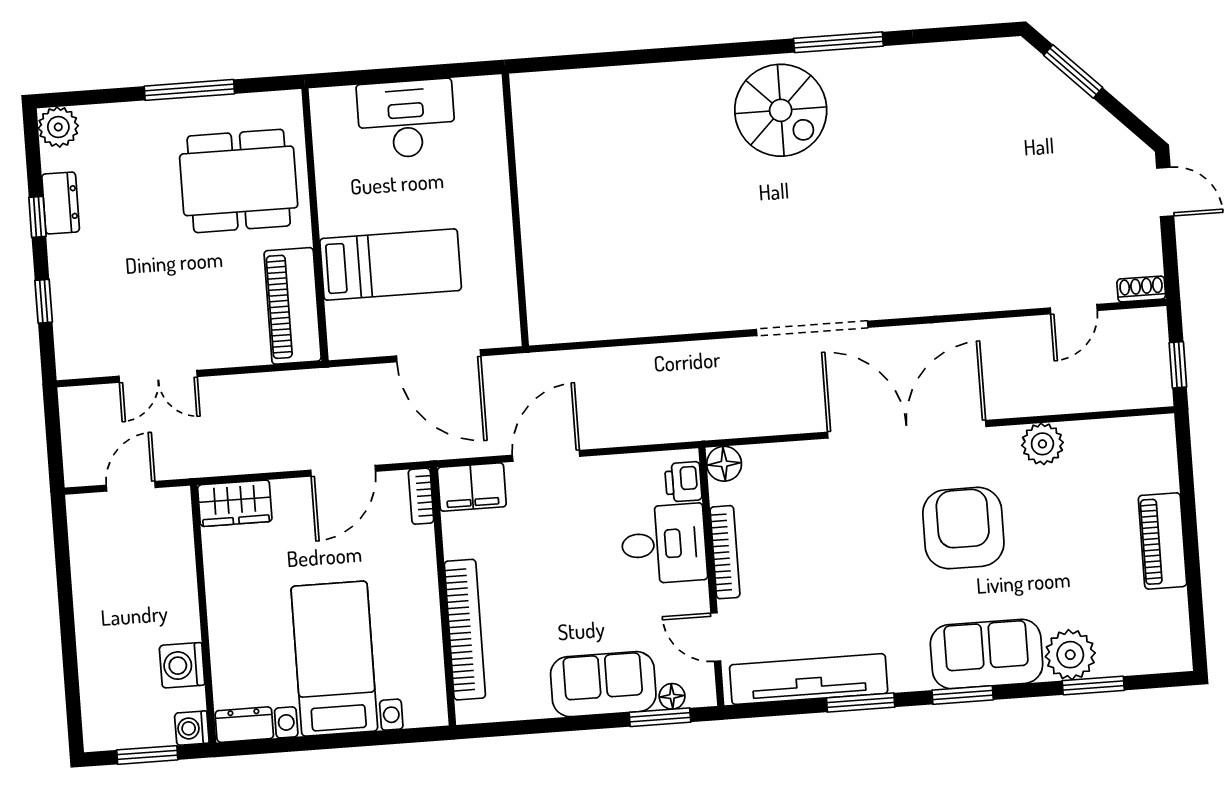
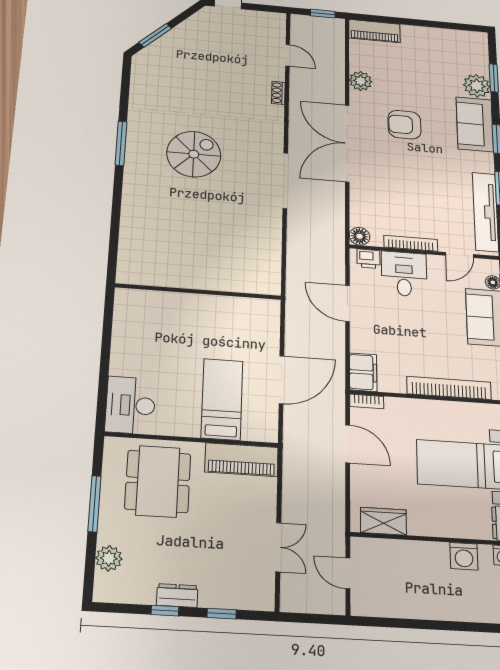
spiral stairs: (781, 110) -> (194, 154), moved
desk: (406, 119) -> (130, 405), moved
plant: (58, 127) -> (109, 558), moved
dresser: (61, 203) -> (177, 596), moved
wall: (515, 210) -> (198, 292), moved
shoe rack: (1141, 289) -> (278, 93), moved
door: (546, 456) -> (347, 303), moved
wardrobe: (235, 503) -> (383, 521), moved, turned -90
armchair: (963, 528) -> (404, 125), width x0.73, depth x0.73
piano: (1163, 541) -> (374, 31), moved

